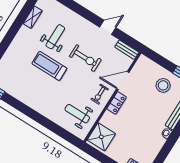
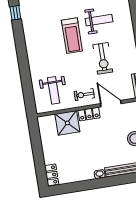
treadmill: (49, 66) -> (72, 36), turned 180
weight bench: (77, 114) -> (54, 90), turned 180
shower: (101, 137) -> (67, 123), moved

